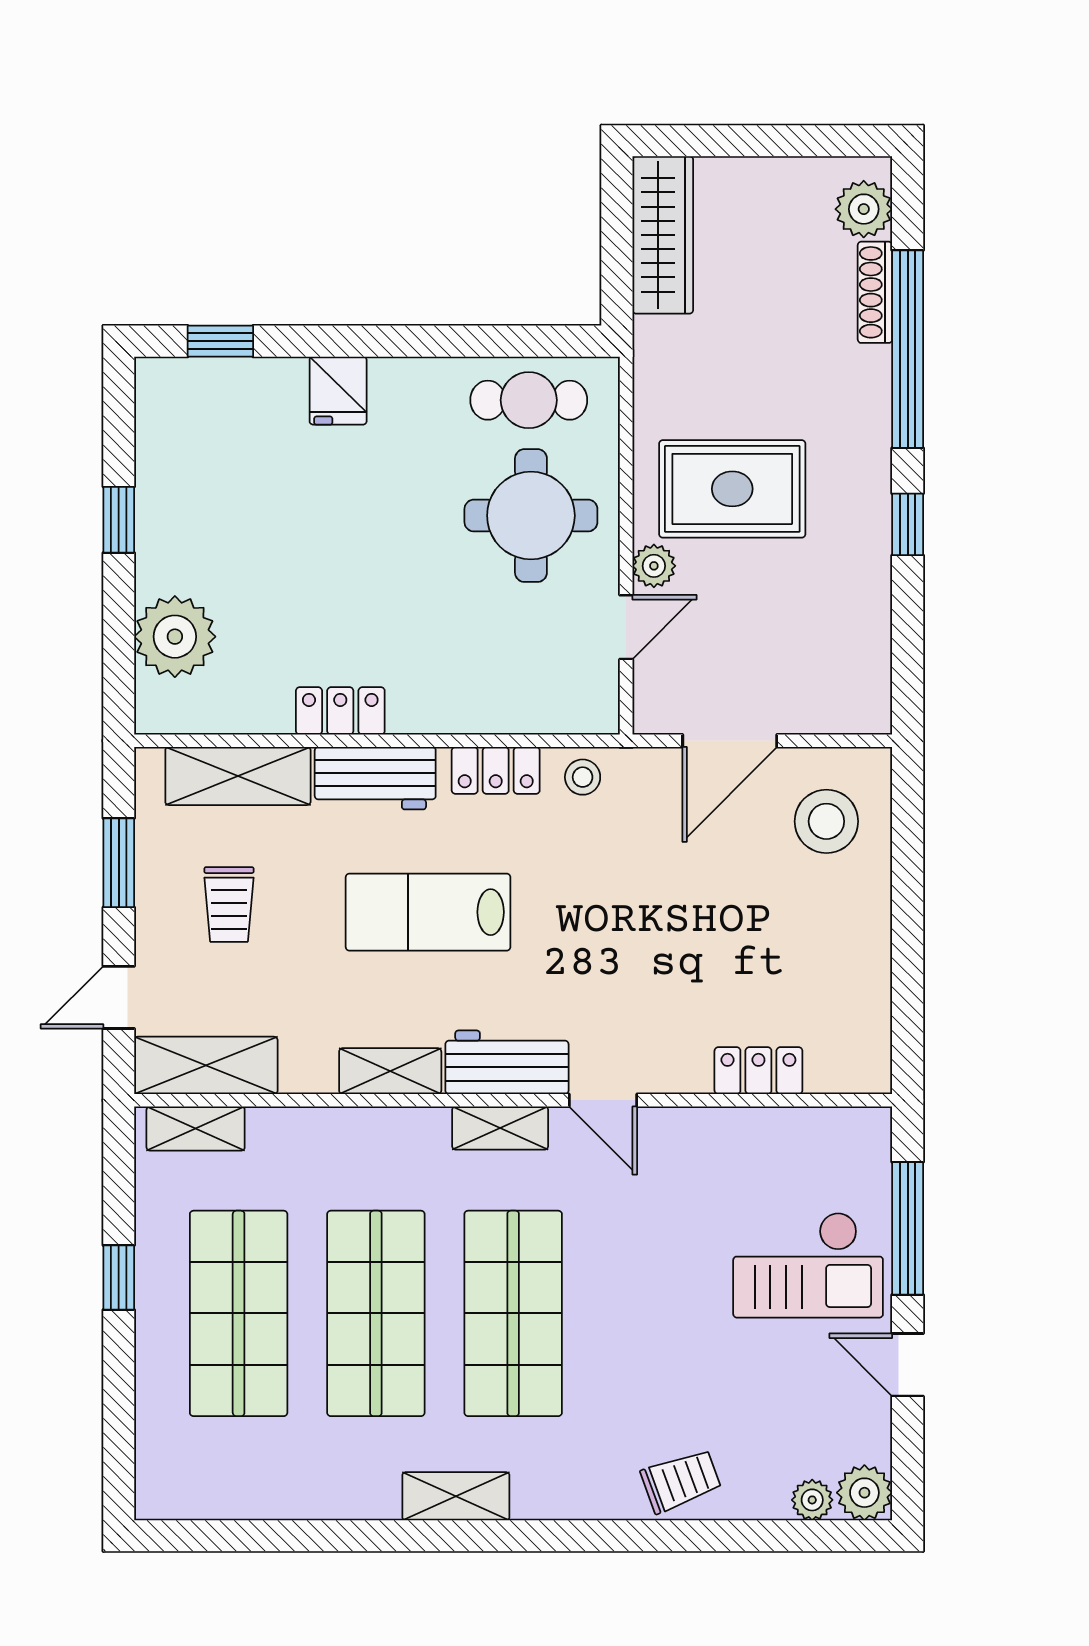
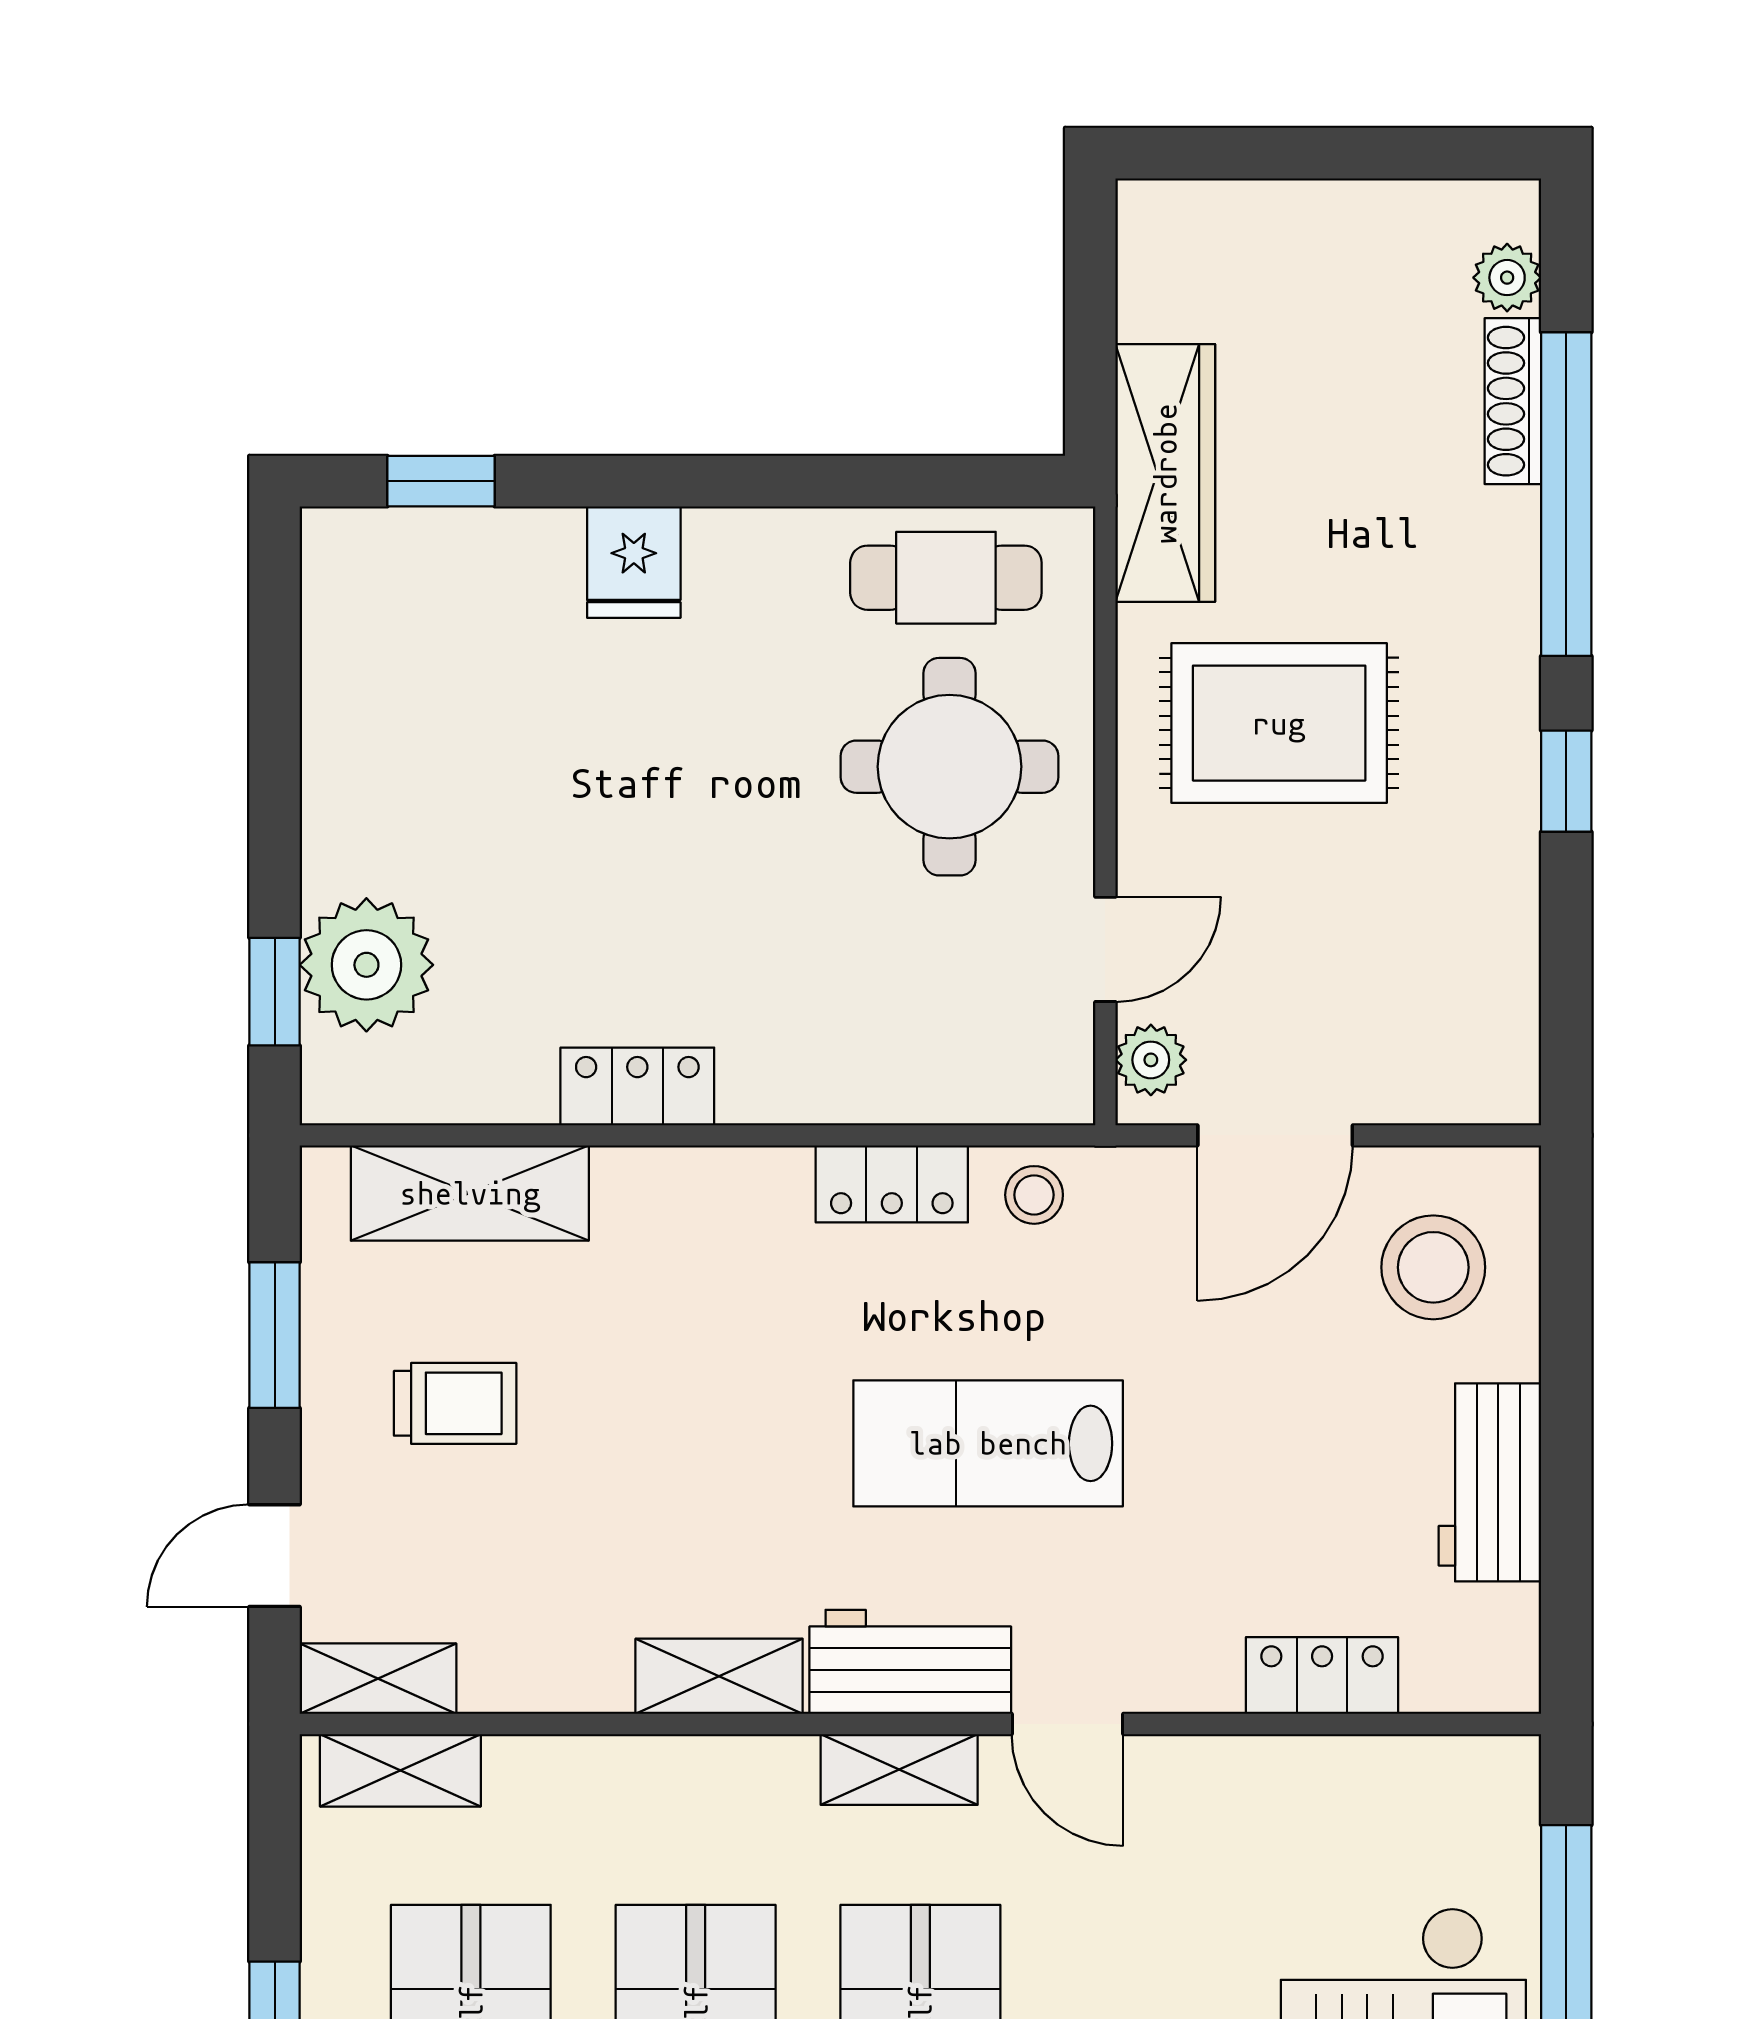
plant: (864, 209) -> (1507, 278), width x0.73, depth x0.73
wardrobe: (663, 235) -> (1165, 473), moved
window: (119, 520) -> (275, 992), moved
plant: (654, 566) -> (1151, 1060), moved
workbench: (375, 778) -> (1490, 1482), moved, turned 90
trolley: (229, 904) -> (455, 1403), turned -90
lab bench: (428, 912) -> (988, 1443), moved
shelving: (206, 1065) -> (378, 1679), width x0.67, depth x0.75

